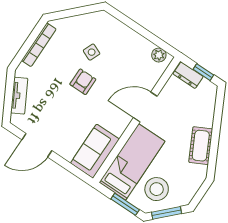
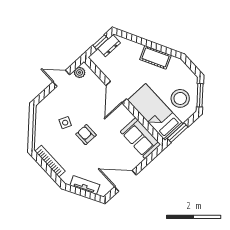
door: (146, 34) -> (61, 78), added
dresser: (188, 75) -> (109, 46), moved
door: (37, 145) -> (125, 181), swing flipped
window: (125, 204) -> (178, 133), moved

